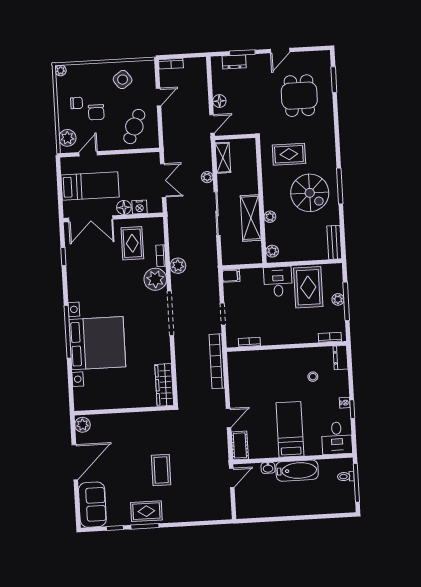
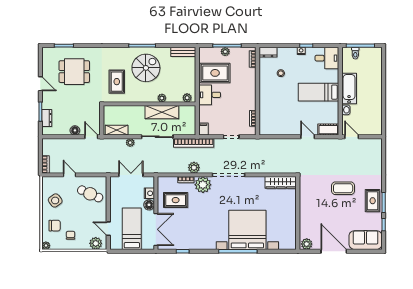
chair: (96, 112) -> (55, 226), moved
bookcase: (217, 361) -> (194, 143), moved

